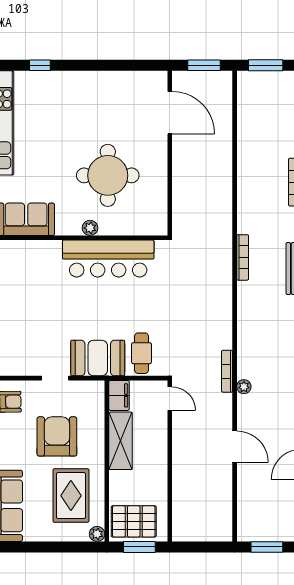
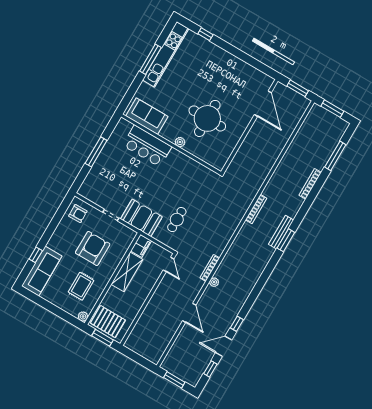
bar counter: (108, 259) -> (147, 146), moved, width x0.73
cafe table: (141, 353) -> (177, 220), moved
rug: (71, 496) -> (81, 286), width x0.73, depth x0.70

